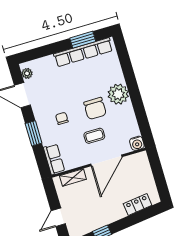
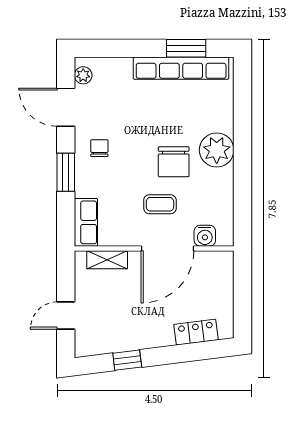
chair: (62, 118) -> (99, 148), moved
water cooler: (137, 143) -> (205, 236), moved

